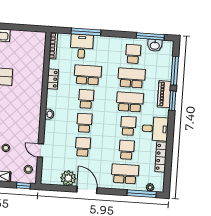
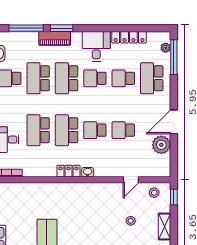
locker: (53, 79) -> (68, 171), moved
school desk: (86, 99) -> (66, 130), width x1.85

